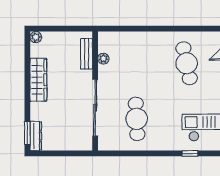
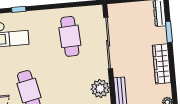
plant: (103, 59) -> (100, 89), width x1.88, depth x1.88
window: (27, 133) -> (169, 32), moved

